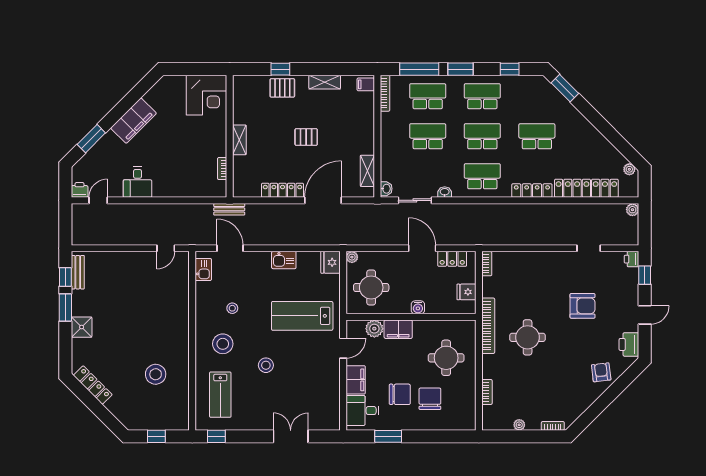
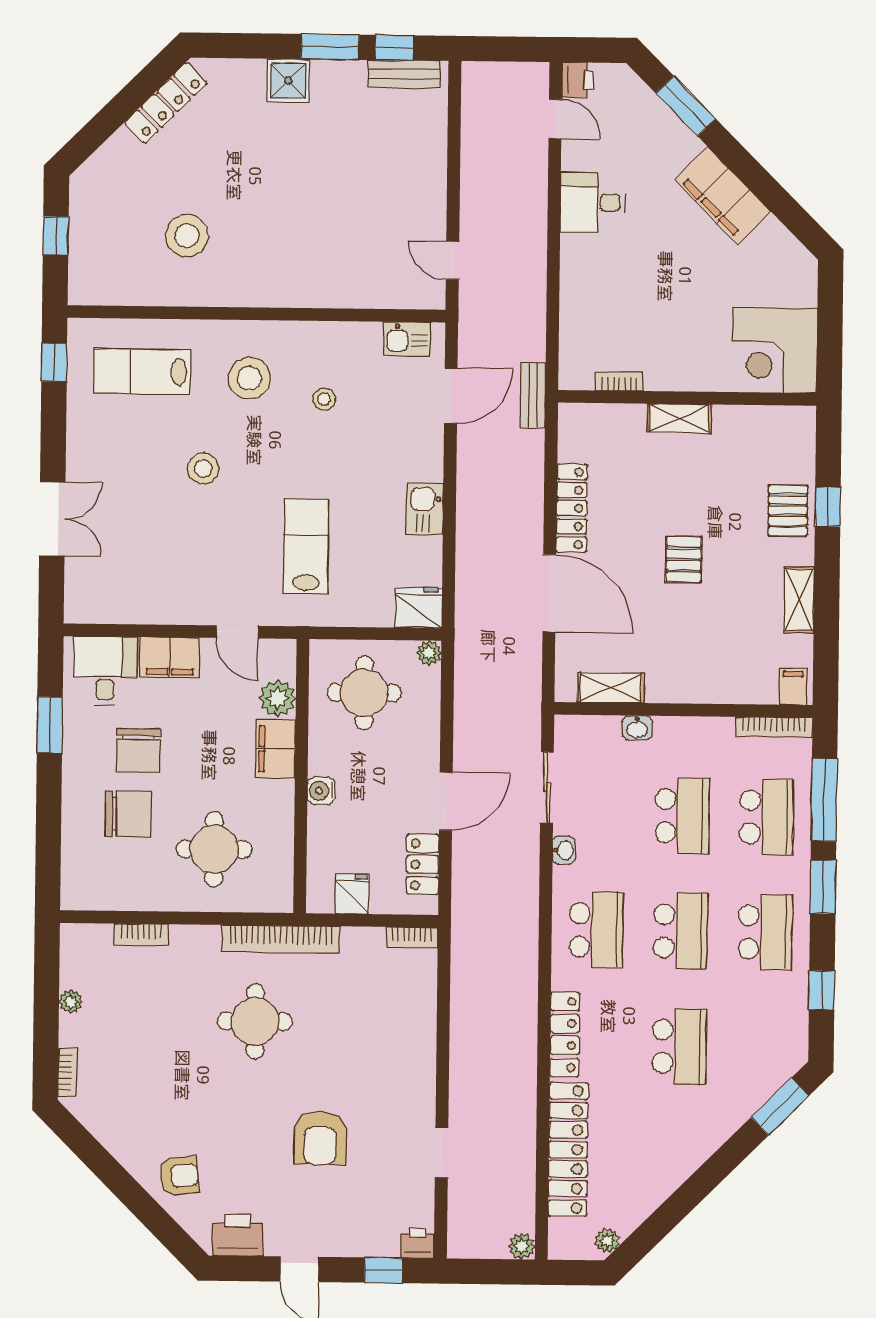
washbasin: (386, 189) -> (637, 728), moved
lab bench: (302, 316) -> (306, 547), width x0.73, depth x0.72

